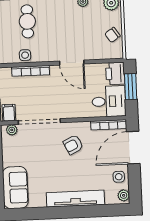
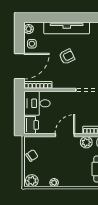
plant: (44, 55) -> (86, 142), added
door: (72, 63) -> (65, 135), hinge flipped
window: (131, 87) -> (19, 114), removed
armchair: (73, 145) -> (67, 57), moved

